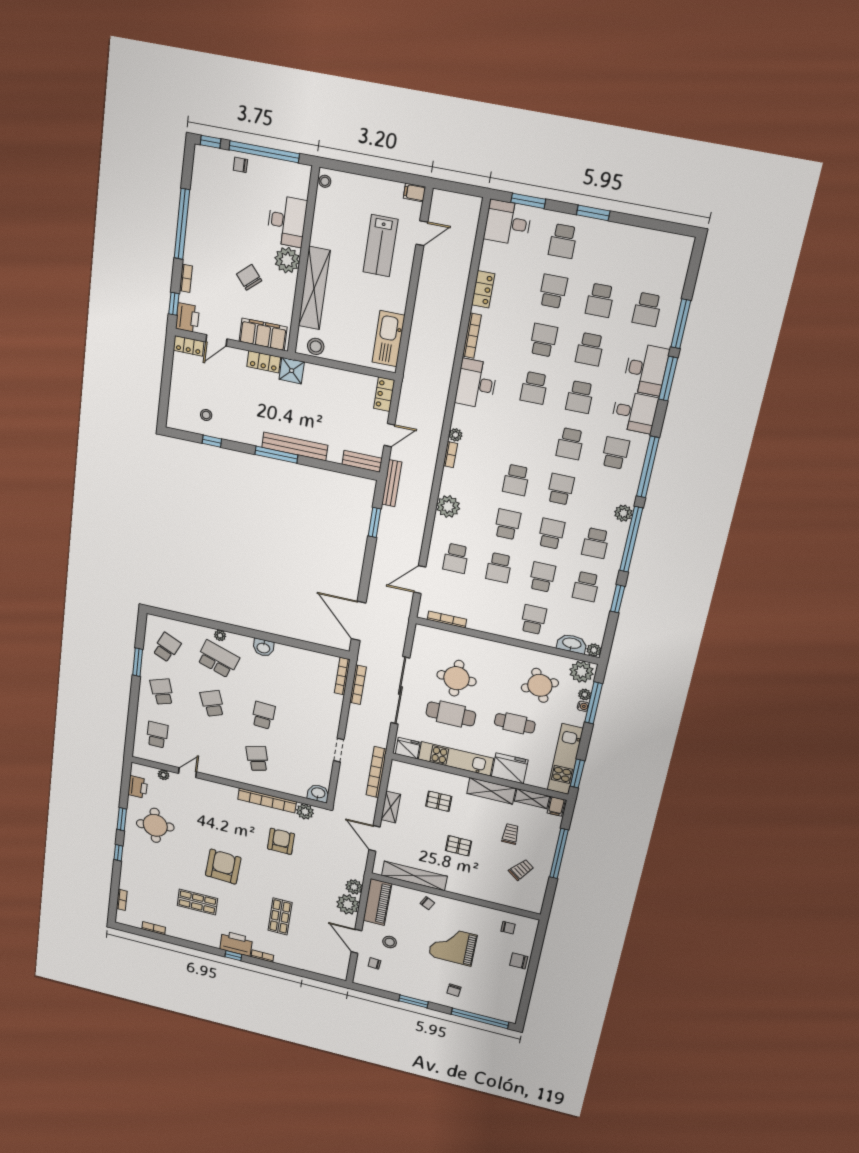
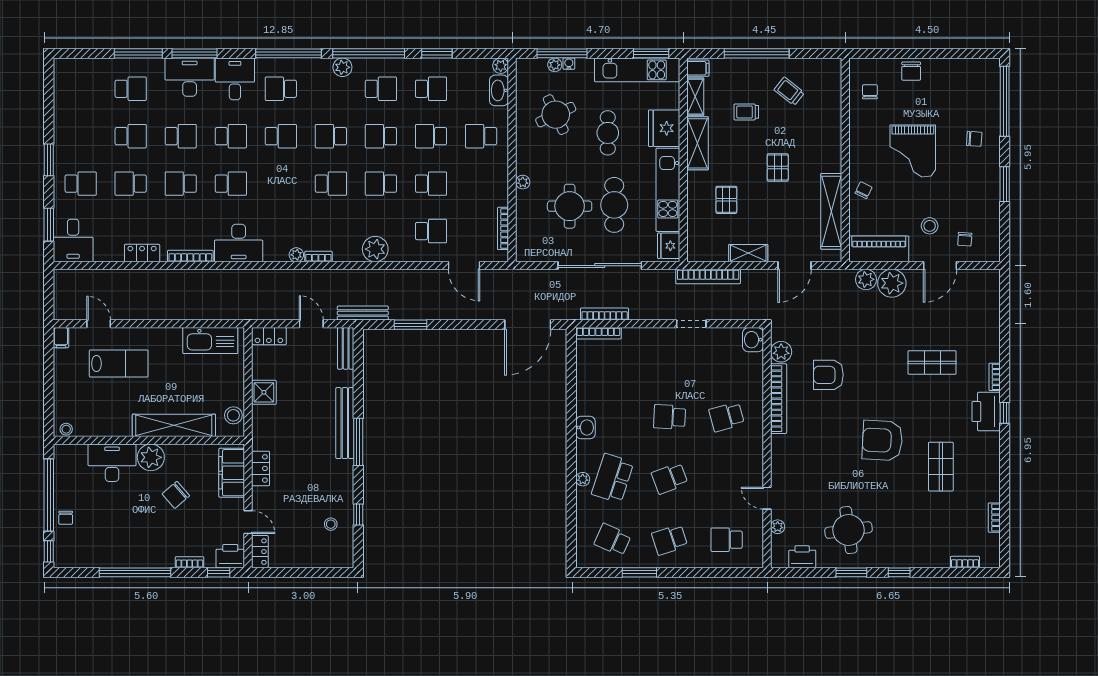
shower: (292, 371) -> (264, 392), moved
plant: (582, 672) -> (523, 182), moved, width x0.53, depth x0.53

